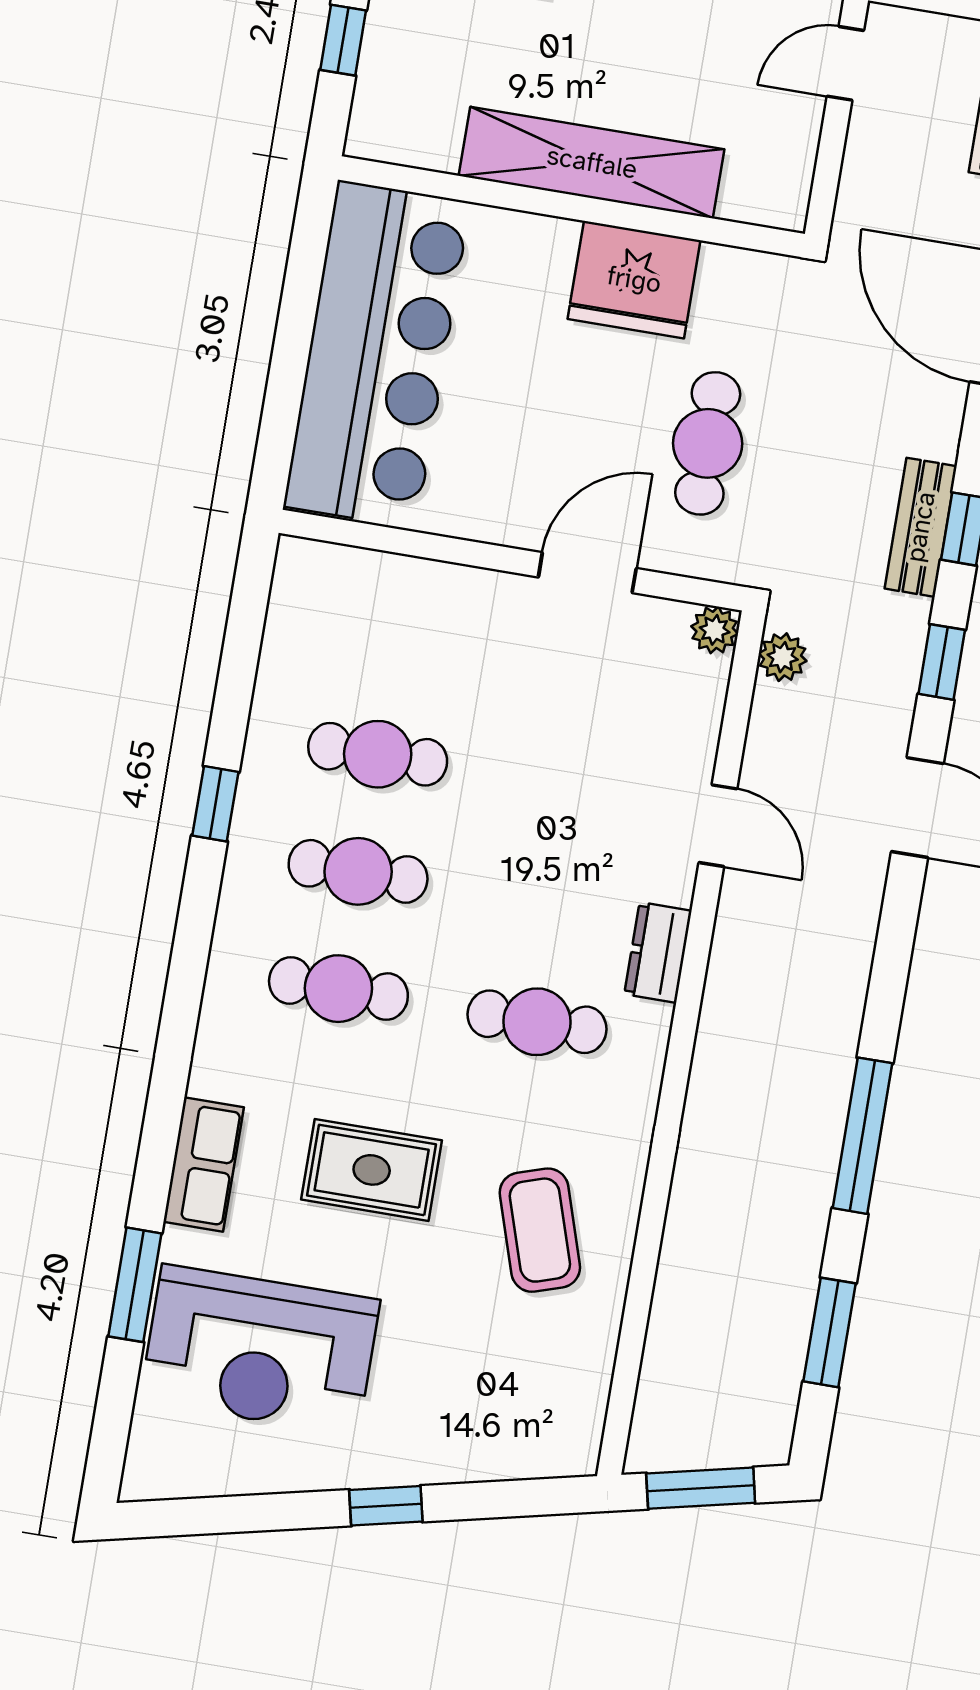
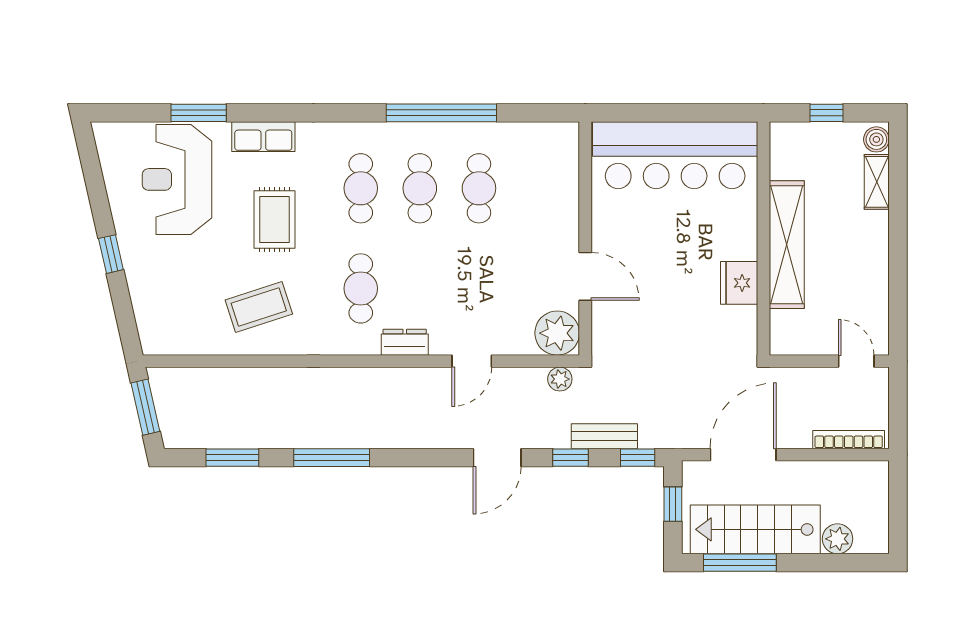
fridge: (634, 280) -> (739, 283), width x0.73, depth x0.75
cafe table: (708, 443) -> (659, 325), removed
bench: (921, 527) -> (604, 436), moved
plant: (715, 630) -> (557, 333), width x1.88, depth x1.88
window: (215, 804) -> (441, 113), width x3.17

